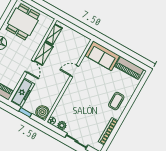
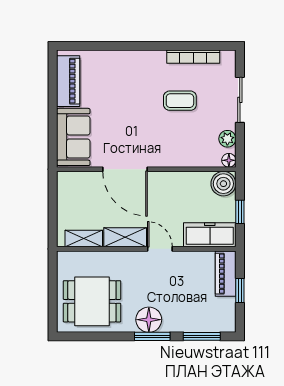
door: (29, 66) -> (160, 249), hinge flipped
door: (74, 71) -> (125, 169), width x1.87
coffee table: (116, 101) -> (180, 101), moved

